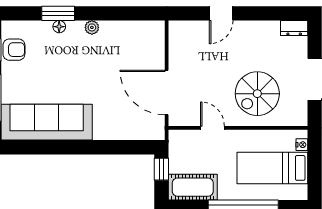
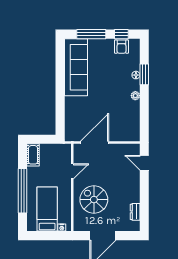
door: (221, 13) -> (144, 163), moved
dresser: (294, 28) -> (135, 212), moved
window: (161, 169) -> (46, 139), removed
cot: (193, 187) -> (33, 155), width x0.73, depth x0.75

